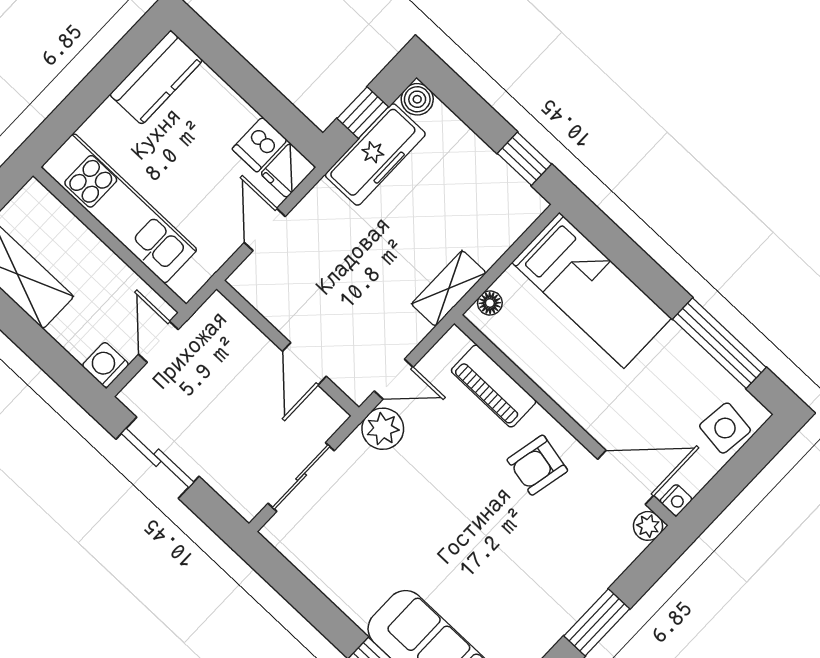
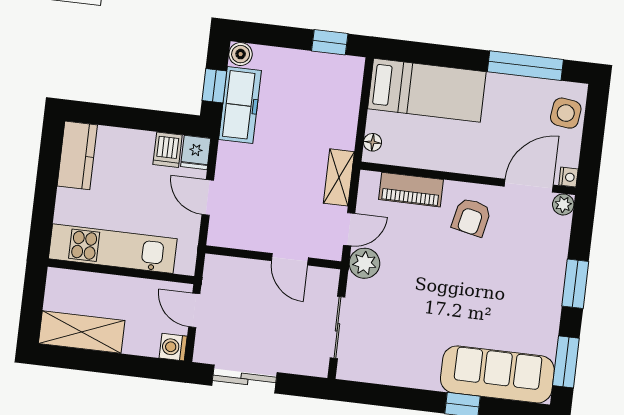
shelving: (449, 288) -> (339, 177), moved

